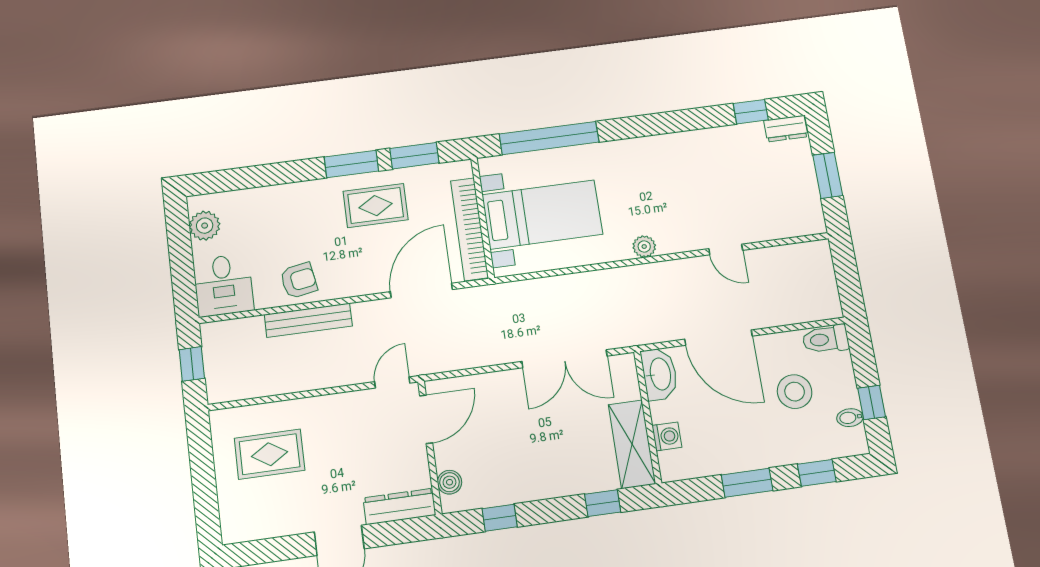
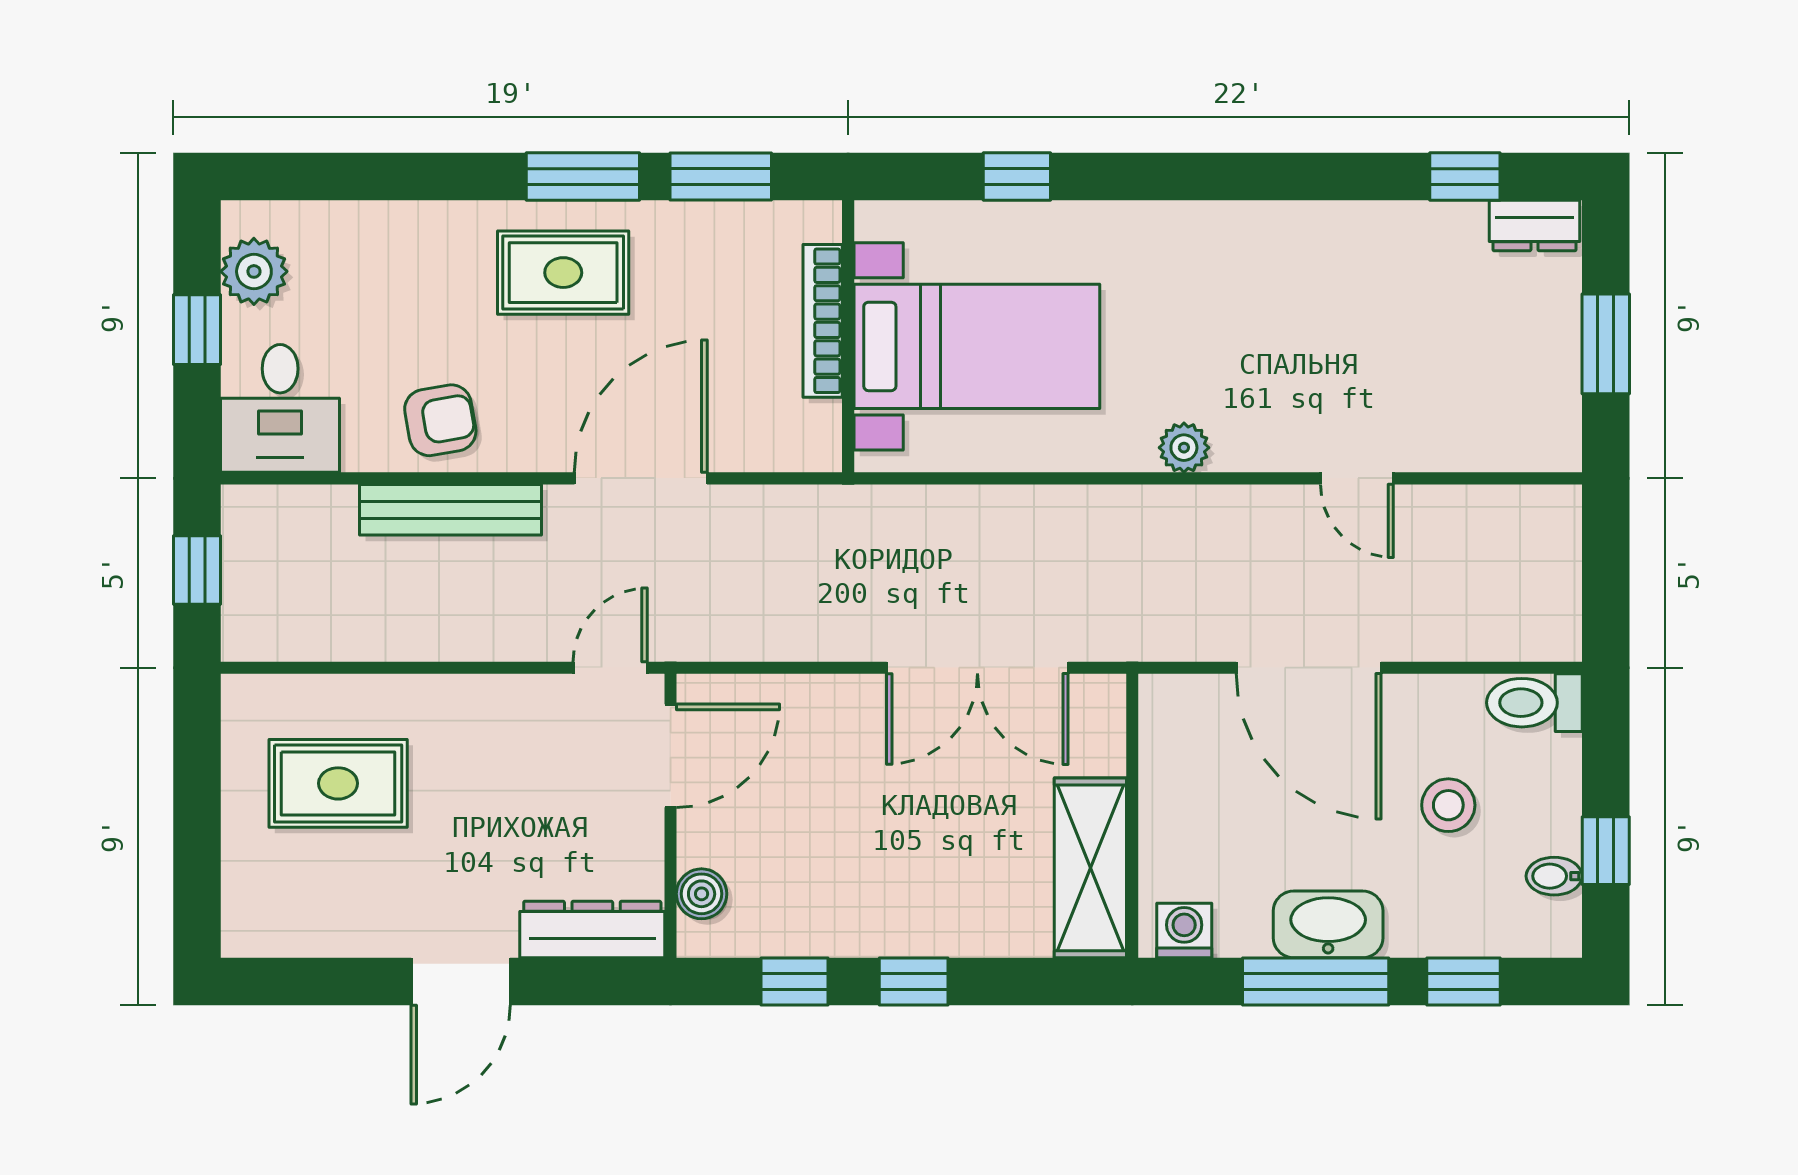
window: (549, 138) -> (1017, 176), width x0.32
rug: (376, 206) -> (563, 273), moved
bookcase: (469, 229) -> (823, 321), width x0.68, depth x0.76
window: (181, 255) -> (197, 330), added
door: (421, 291) -> (641, 478), moved
washbasin: (659, 374) -> (1328, 924), moved, turned -90
stool: (795, 392) -> (1448, 805), width x0.73, depth x0.73
washing machine: (667, 436) -> (1184, 930), moved, turned -90
window: (747, 483) -> (1316, 981), width x1.44
window: (603, 503) -> (914, 981), moved

